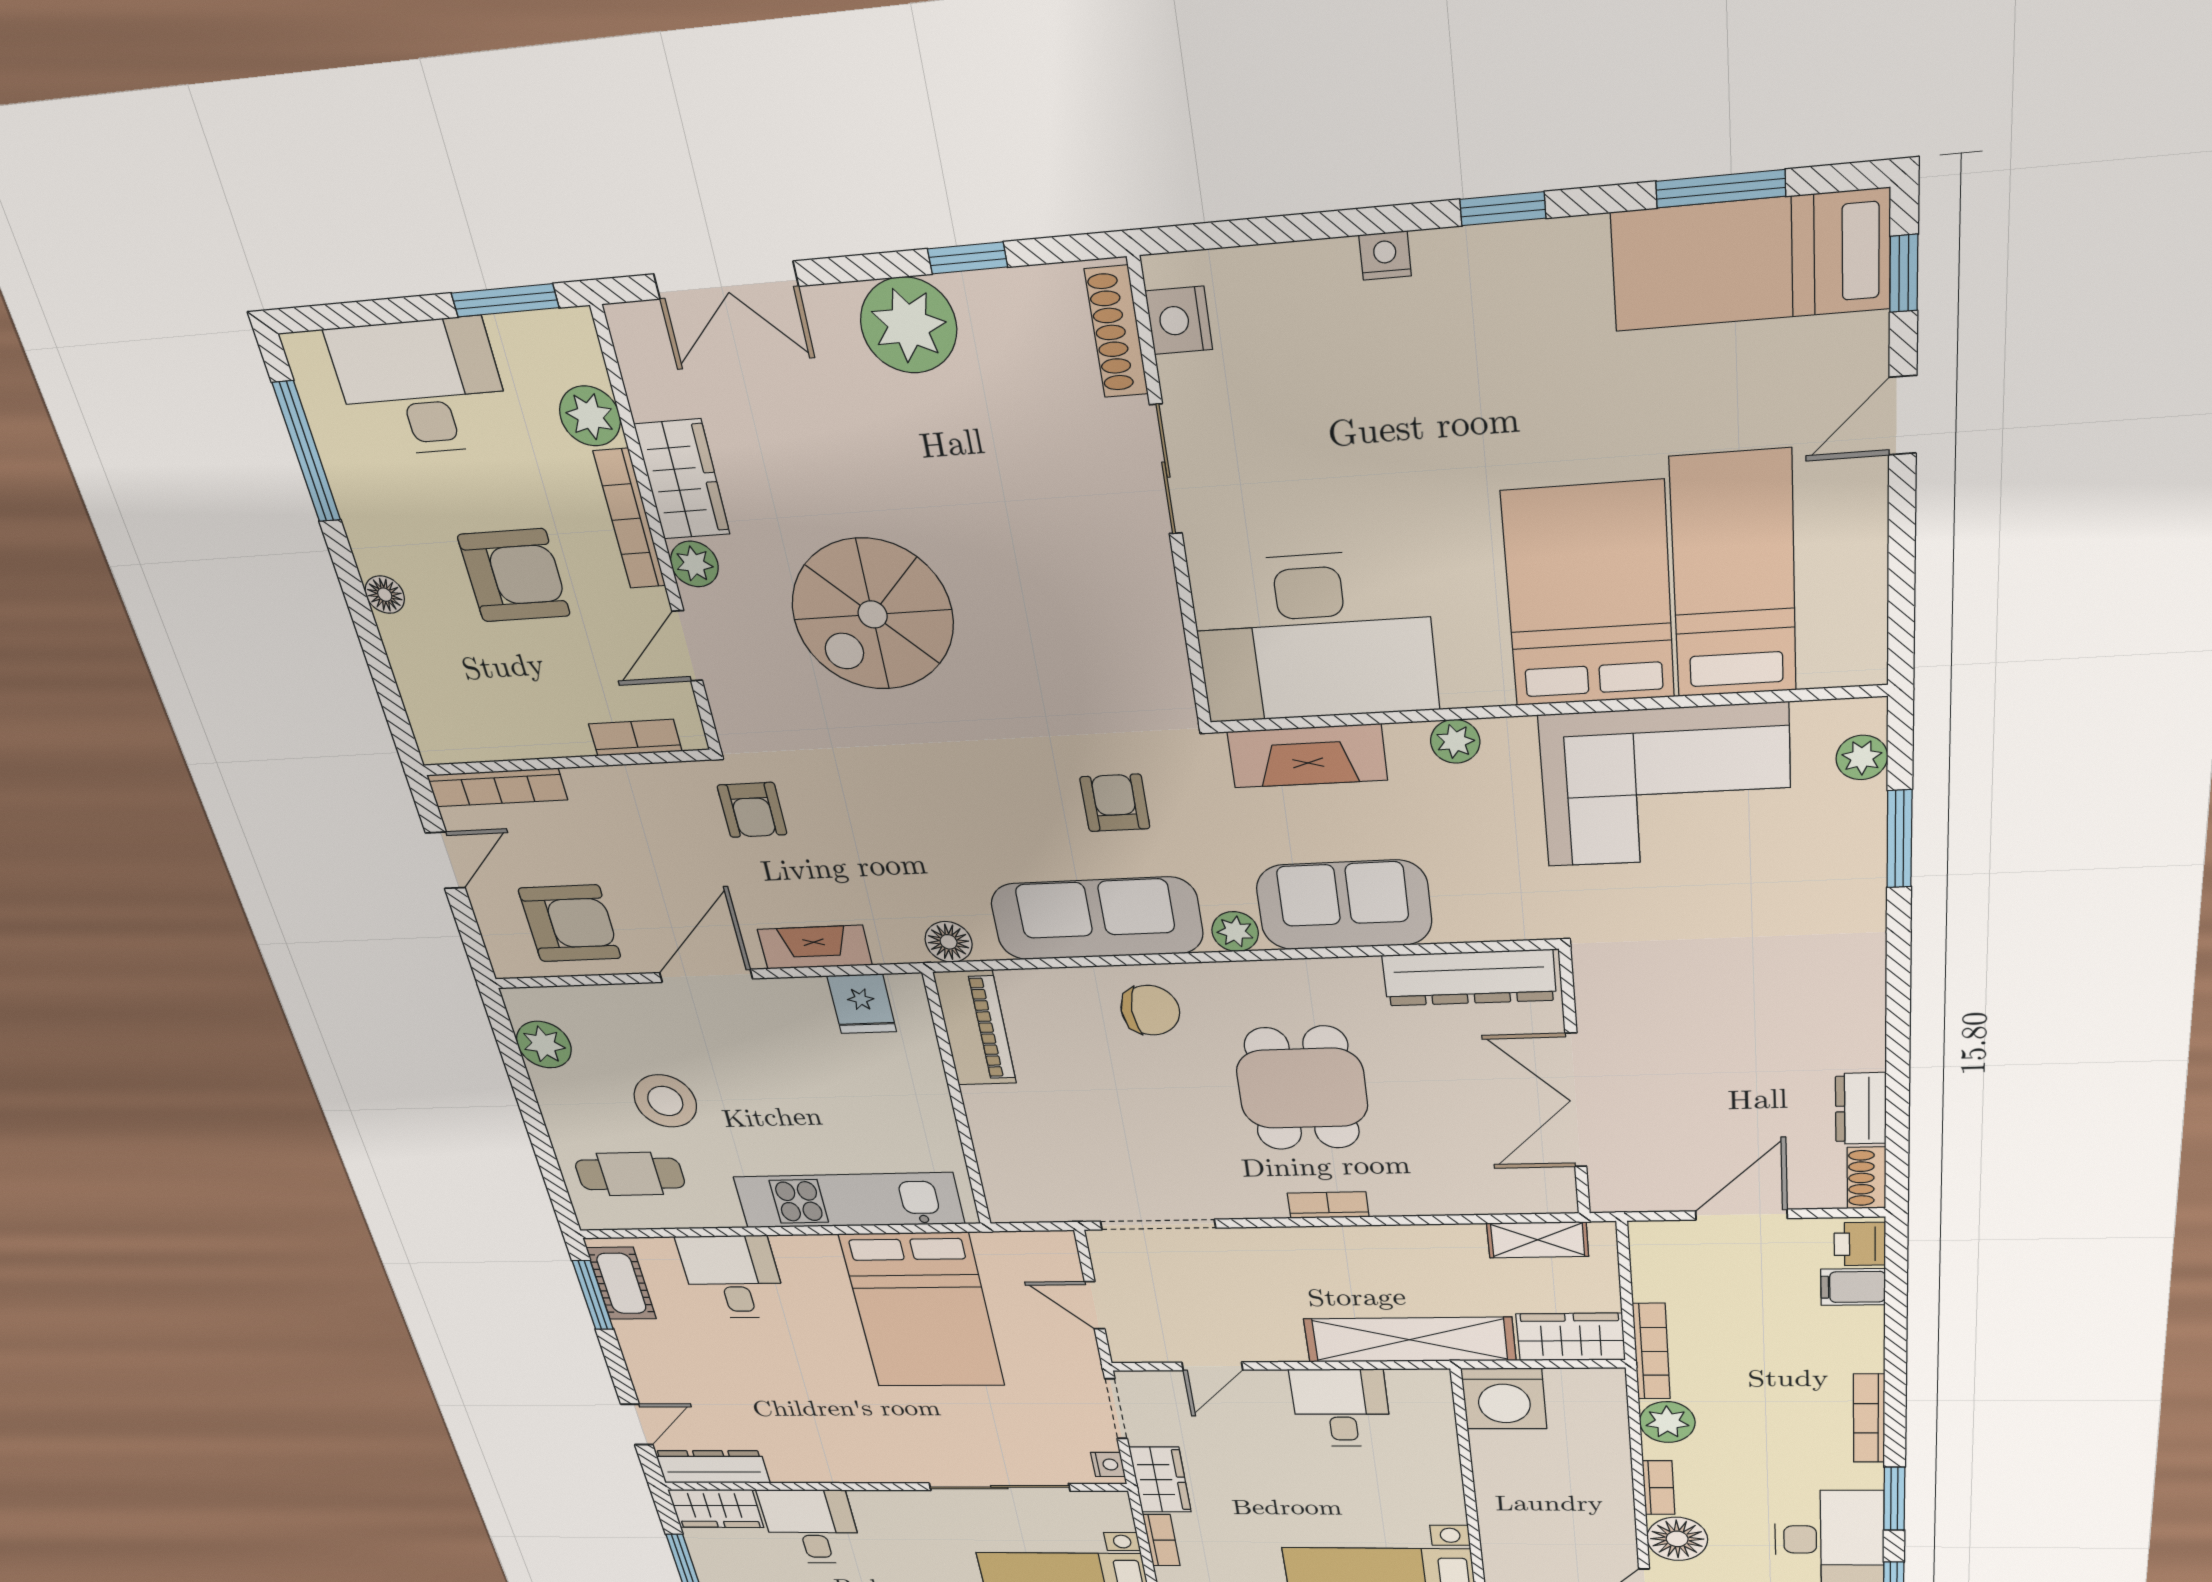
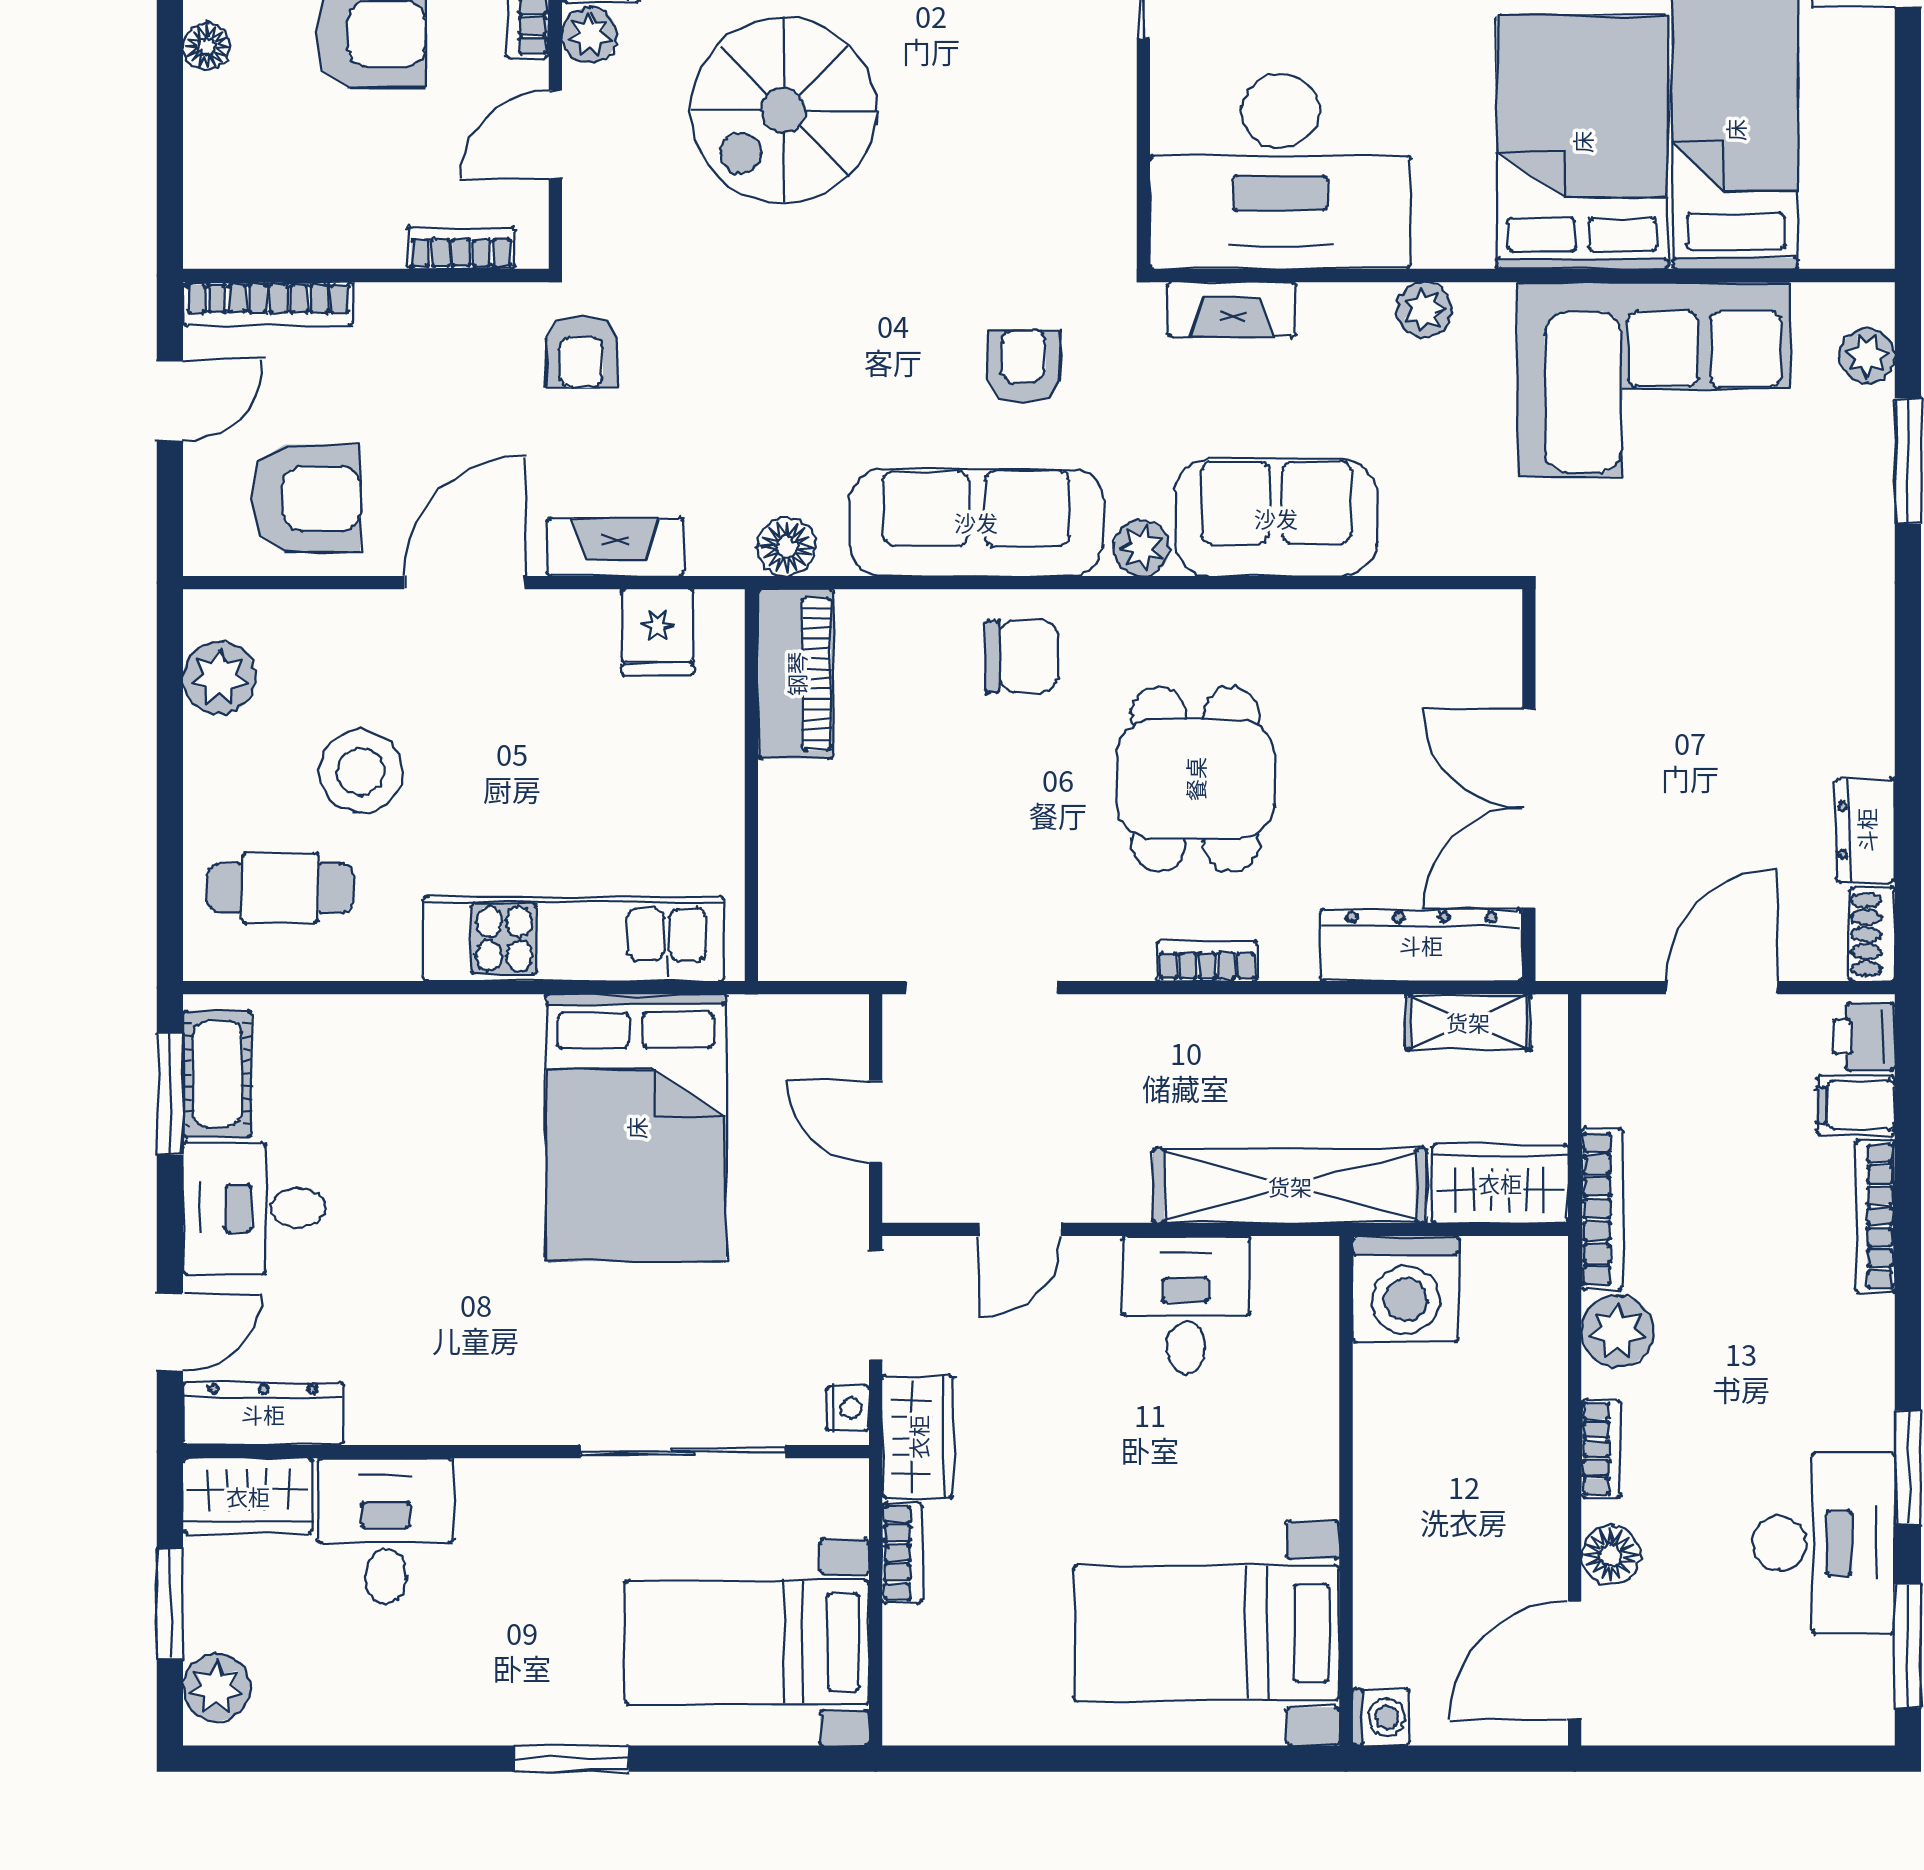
fireplace: (1307, 756) -> (1232, 310), width x0.73, depth x0.76
dresser: (1469, 978) -> (1421, 945), moved, turned 180
desk: (733, 1277) -> (254, 1208), moved, turned -90
bookcase: (1869, 1418) -> (1875, 1216), moved
floor lamp: (1677, 1539) -> (1611, 1555), width x0.73, depth x0.73

